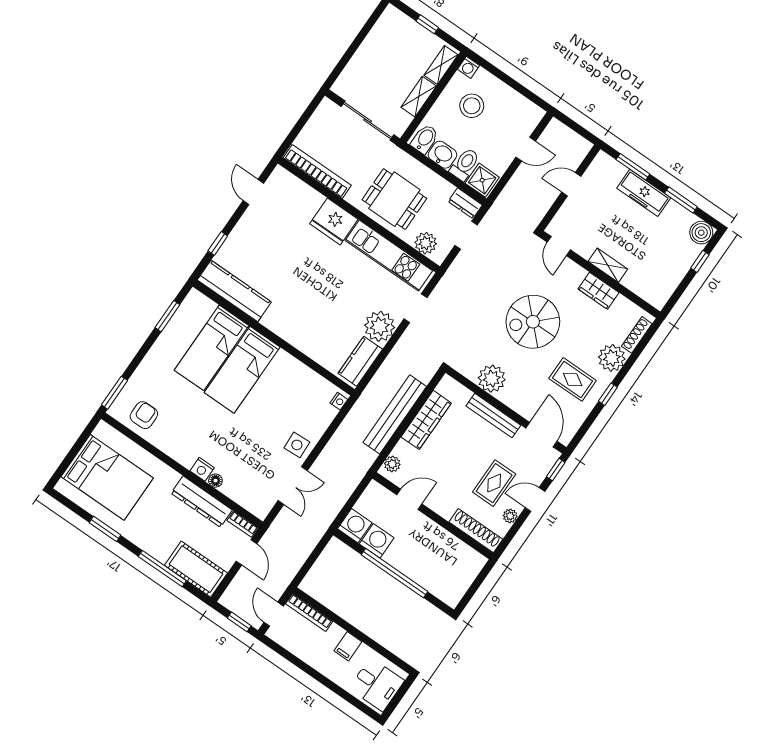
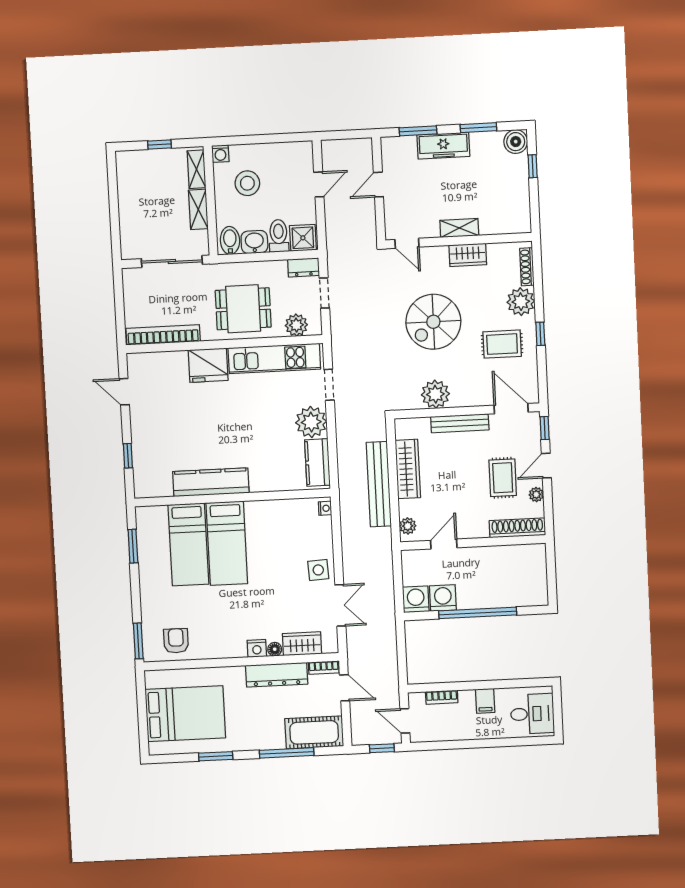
kitchen counter: (234, 291) -> (211, 482), moved
wardrobe: (240, 493) -> (302, 644), added
bookcase: (309, 613) -> (442, 697), width x0.64

